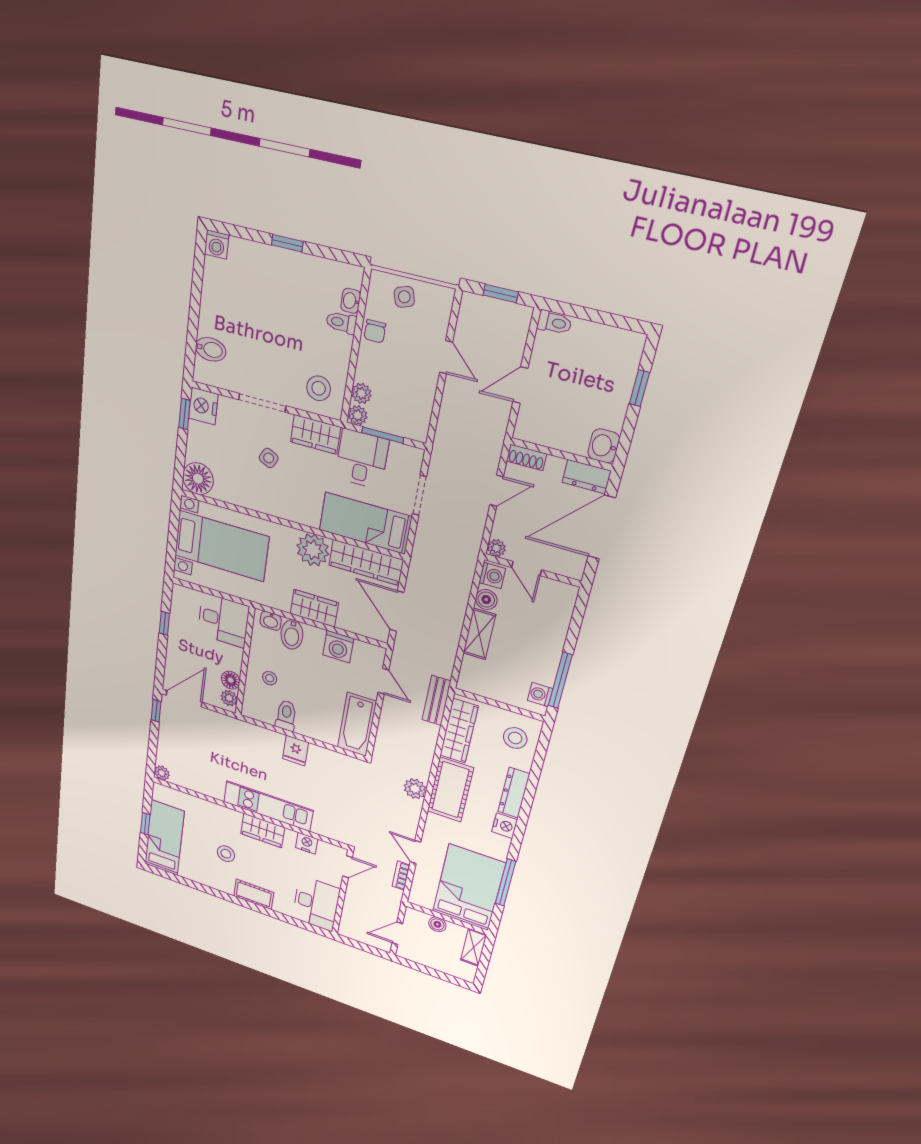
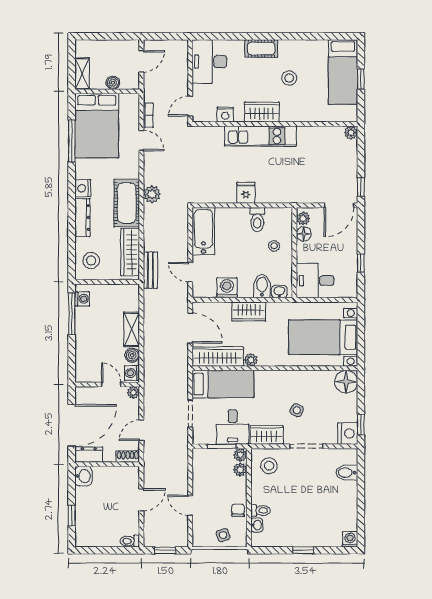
plant: (313, 550) -> (251, 360), width x0.53, depth x0.53

